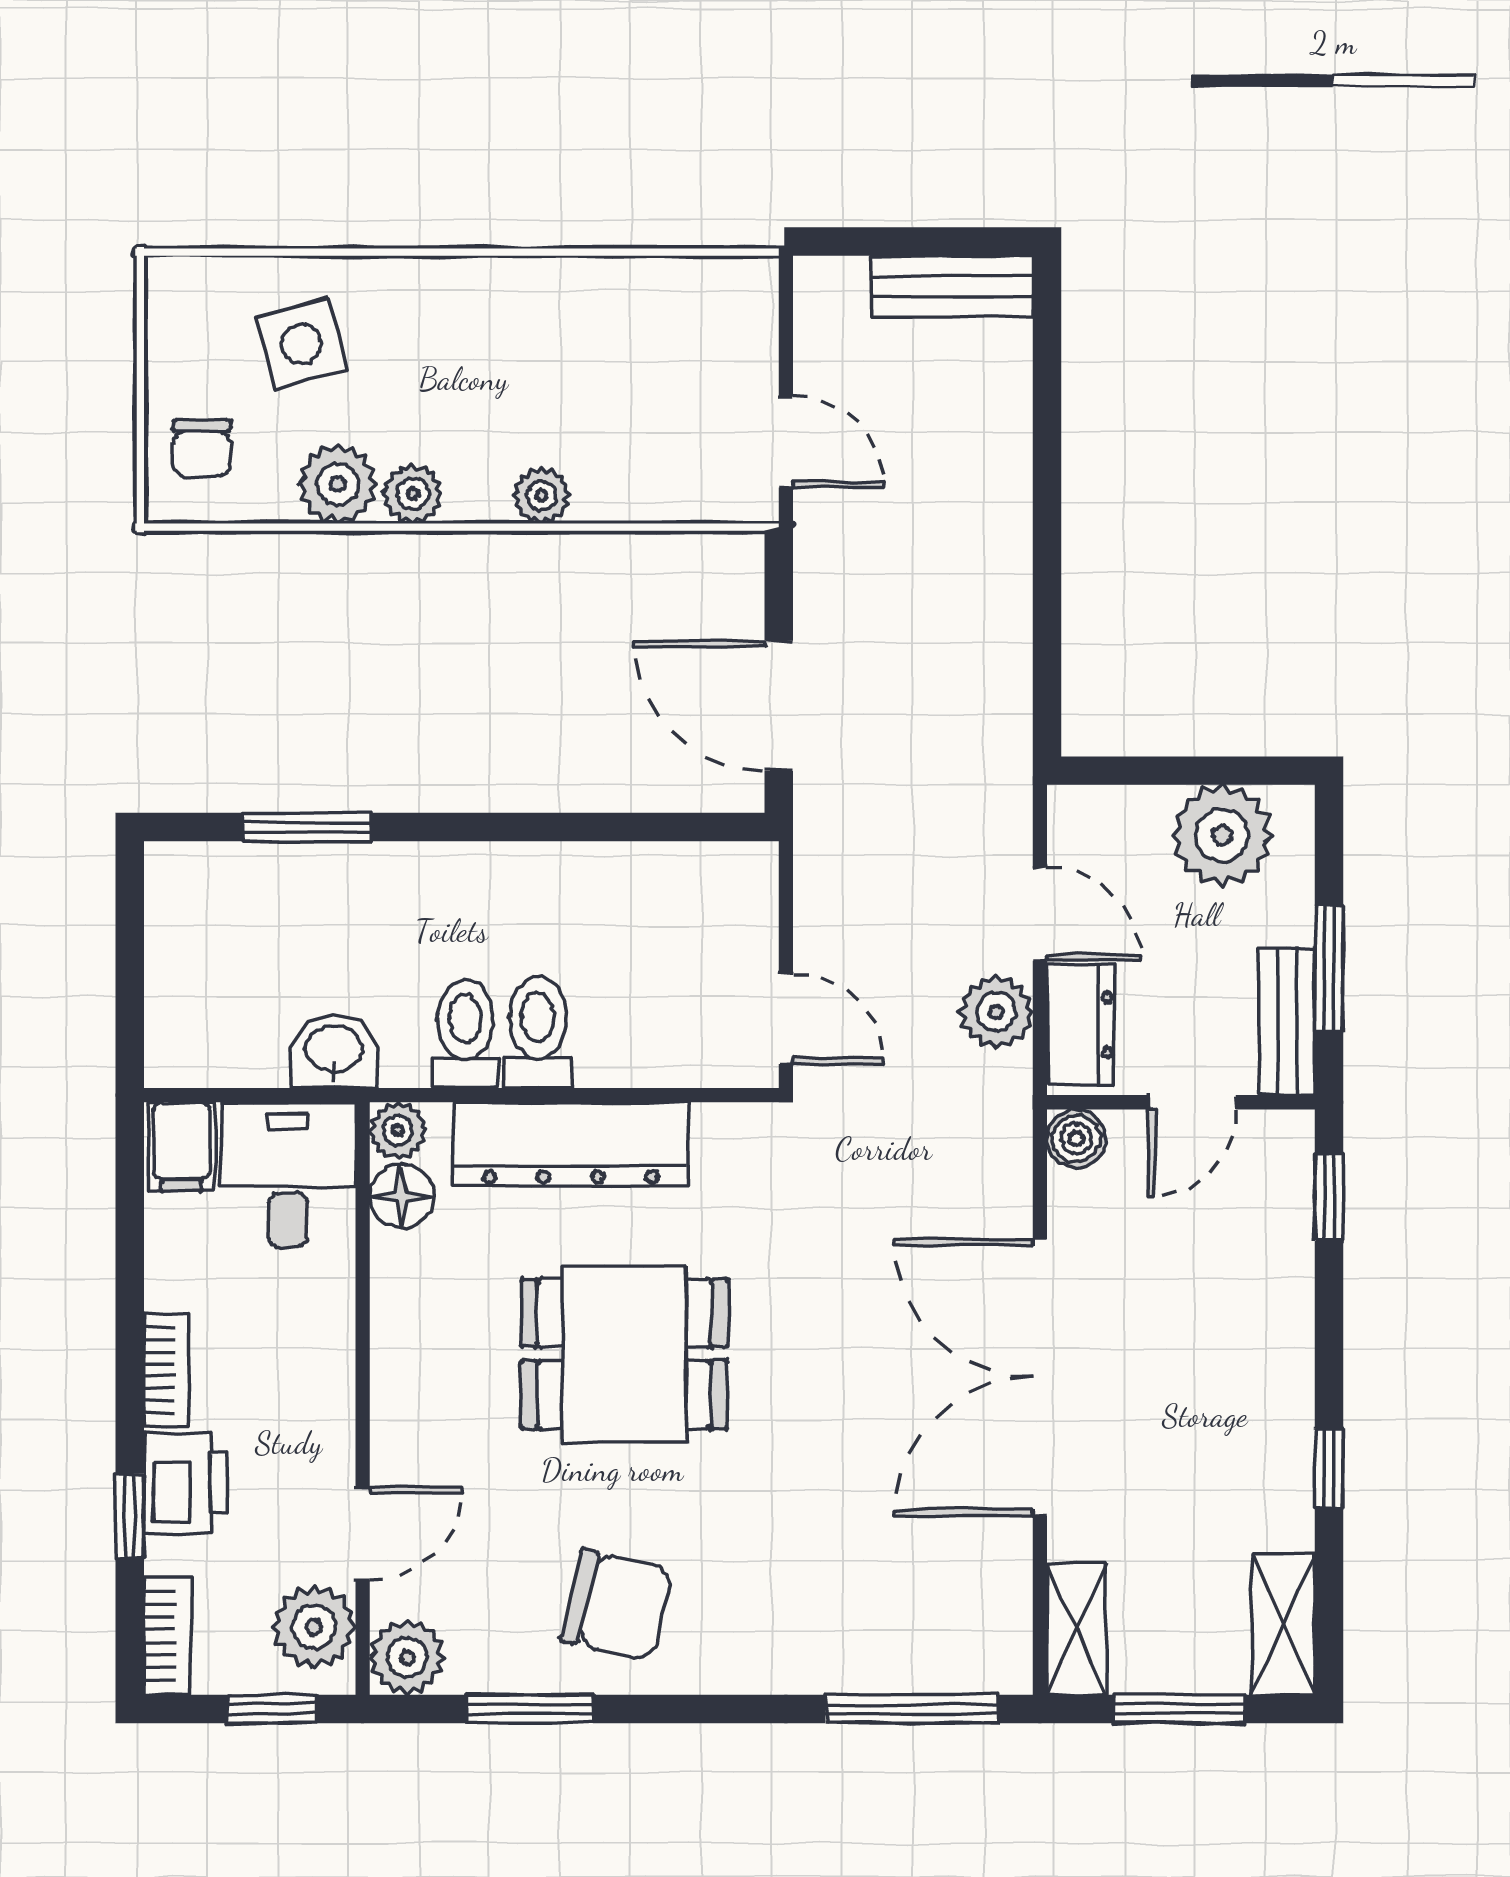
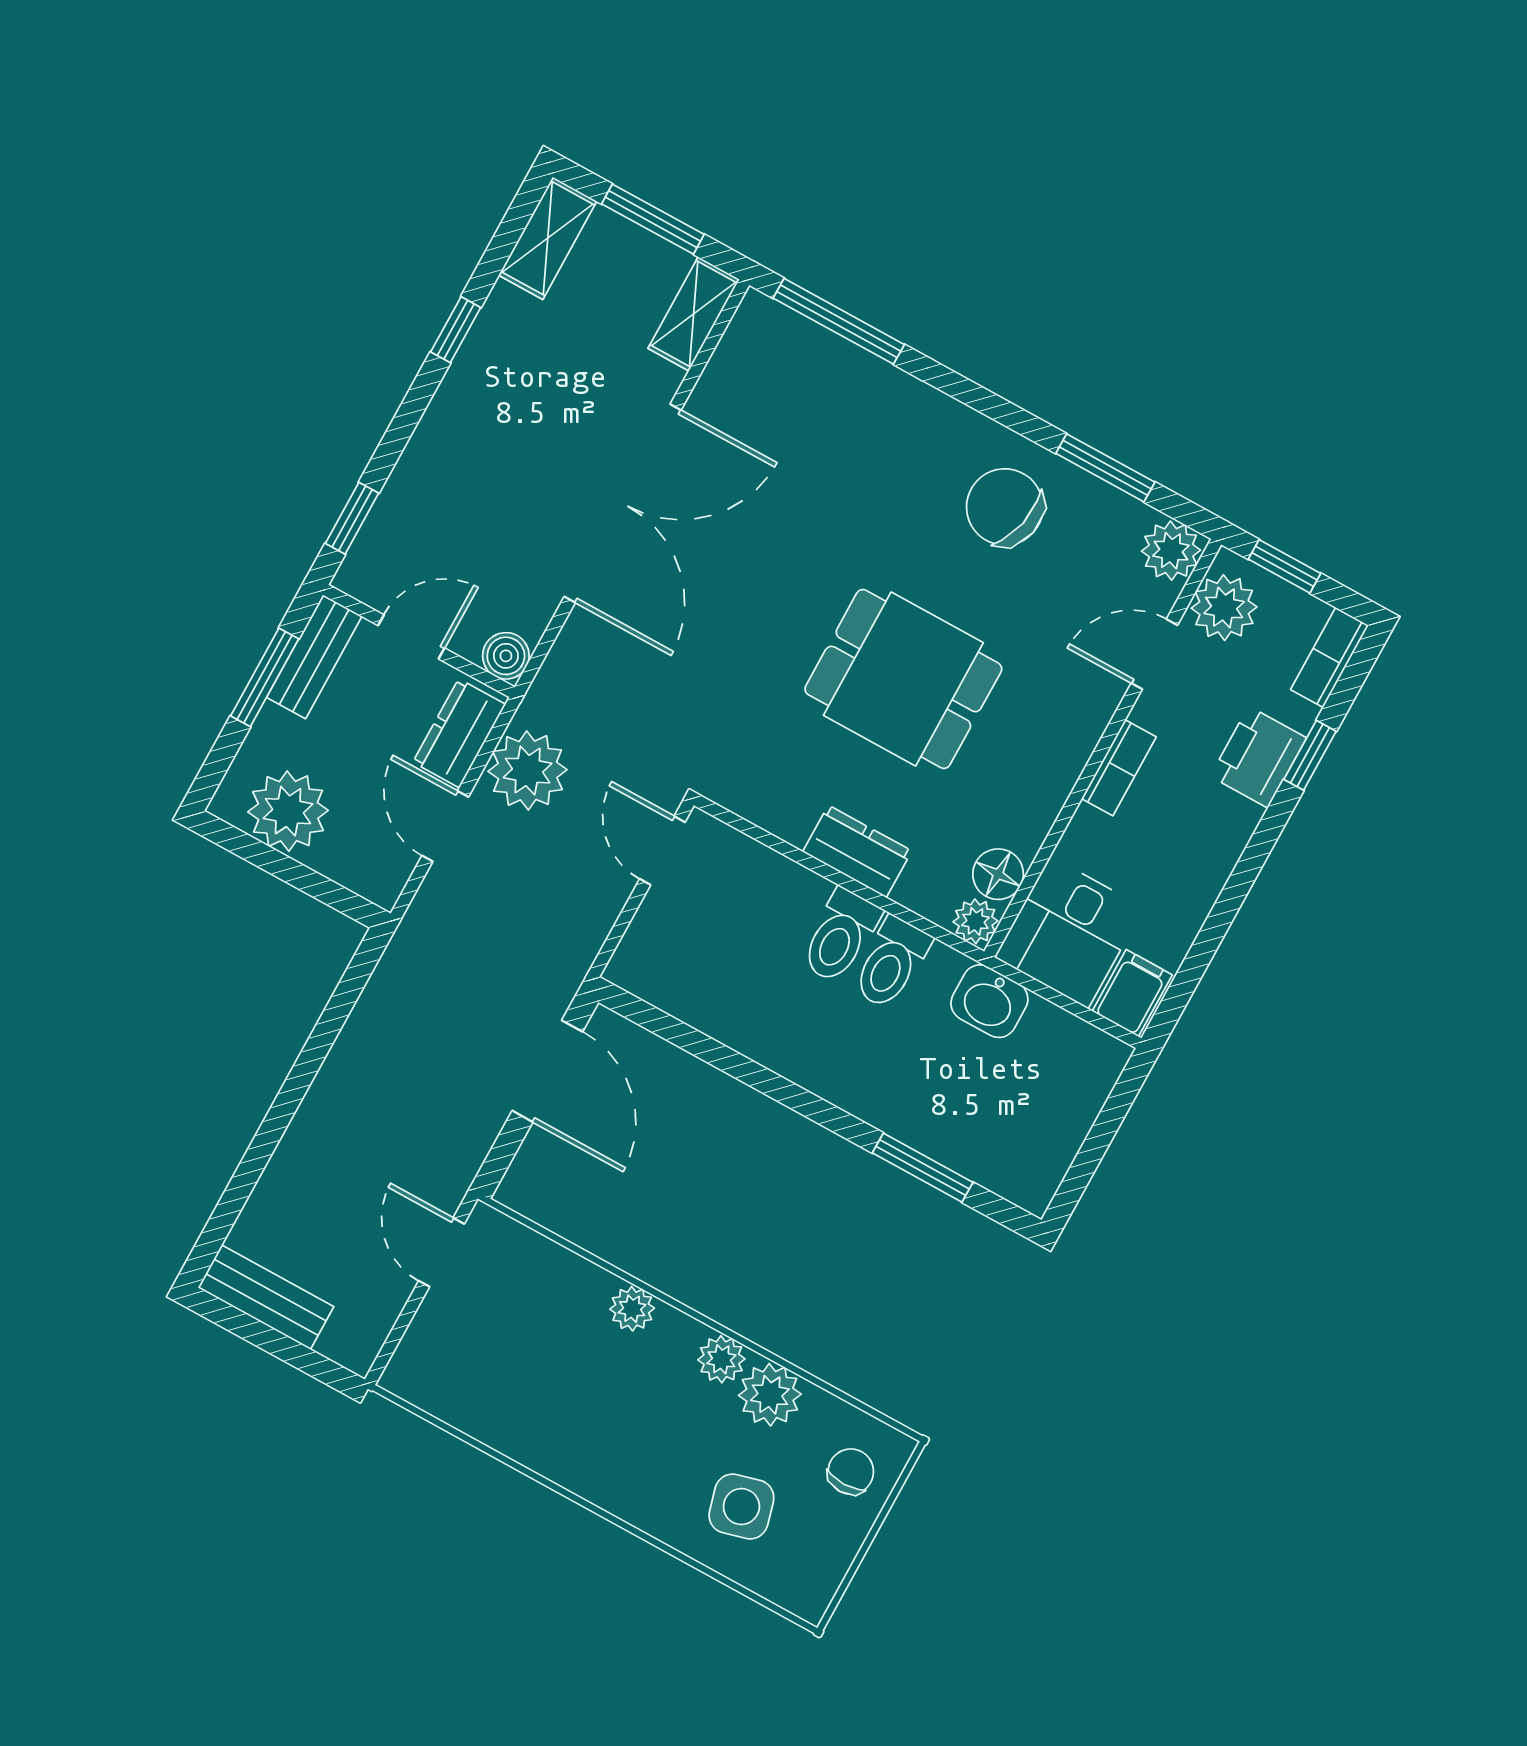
plant: (996, 1012) -> (528, 771), width x1.36, depth x1.36
dresser: (571, 1144) -> (857, 851), width x0.51, depth x0.80
bookcase: (167, 1370) -> (1119, 768), moved, turned 180

